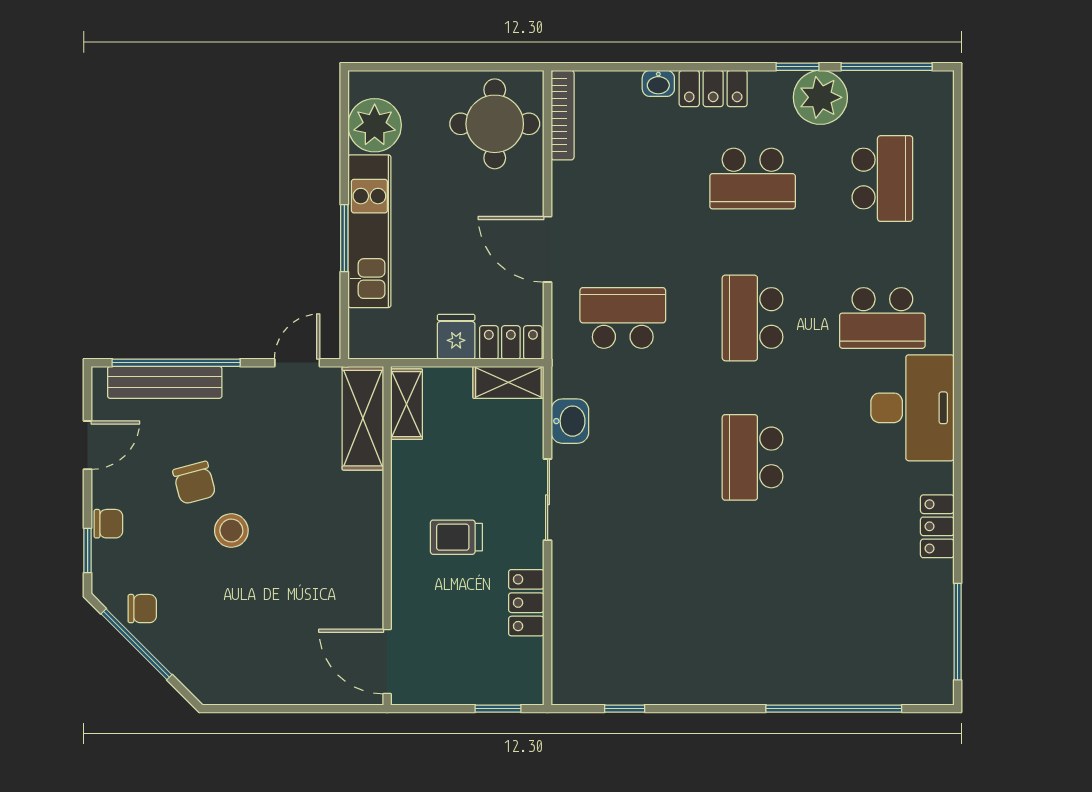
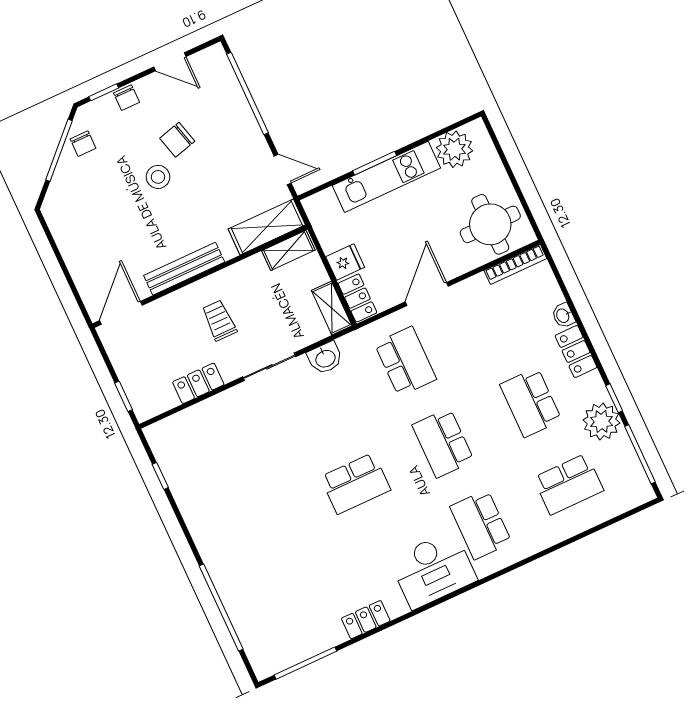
school desk: (753, 318) -> (443, 443), turned -90
bench: (165, 382) -> (184, 269), moved, turned 90
school desk: (753, 457) -> (355, 483), turned 180

